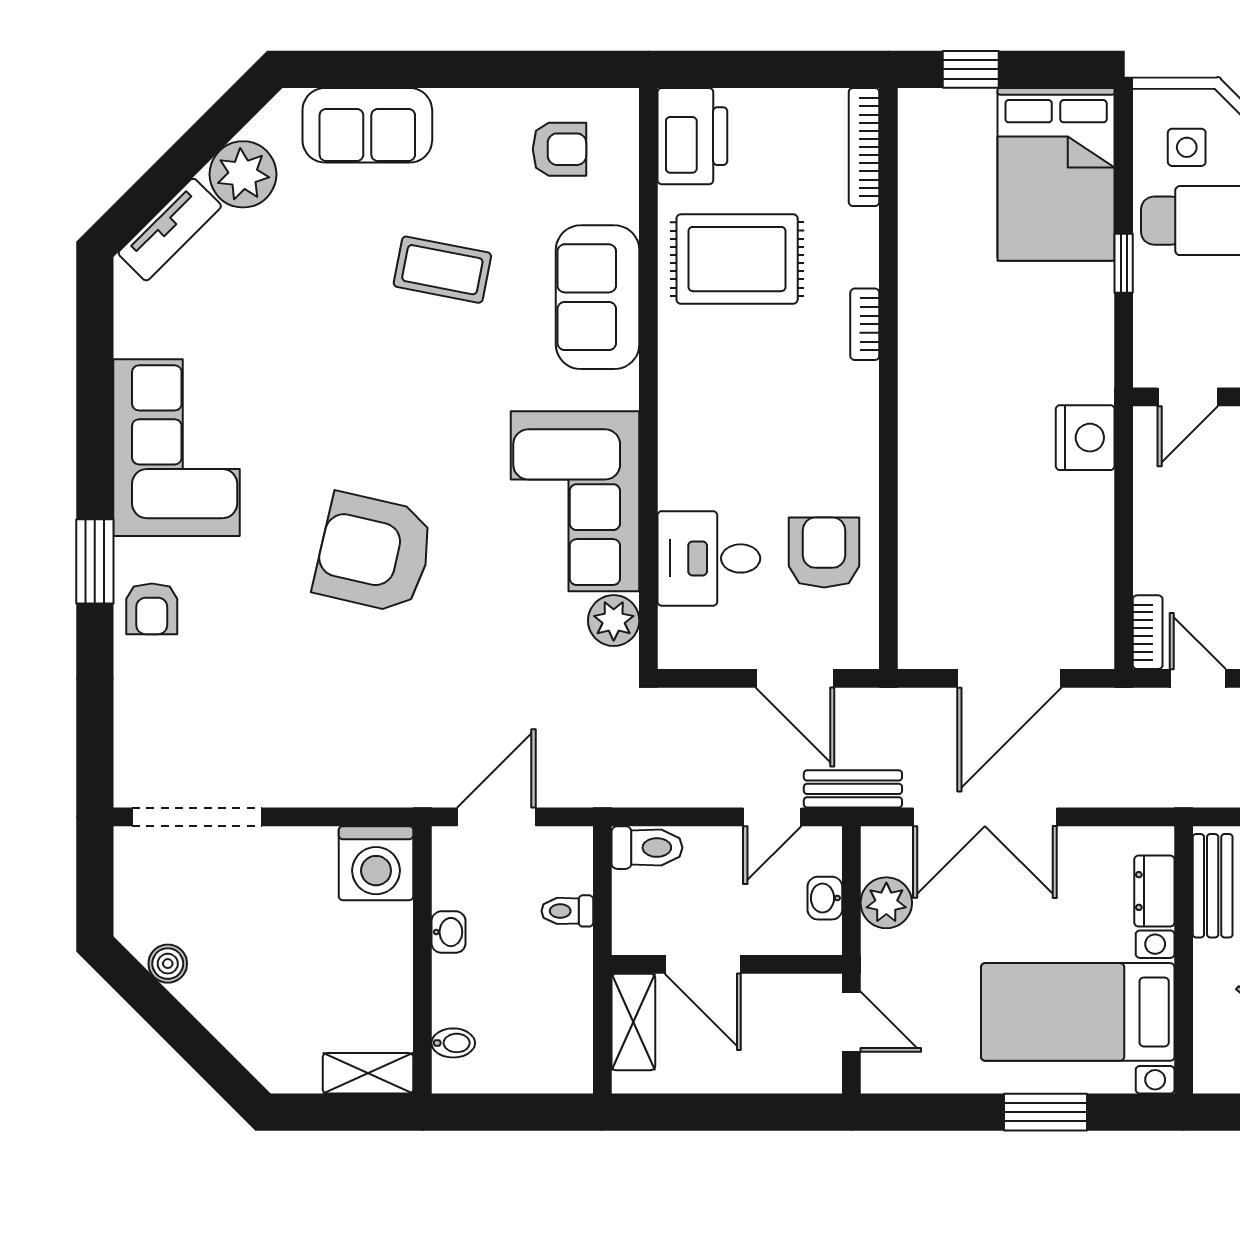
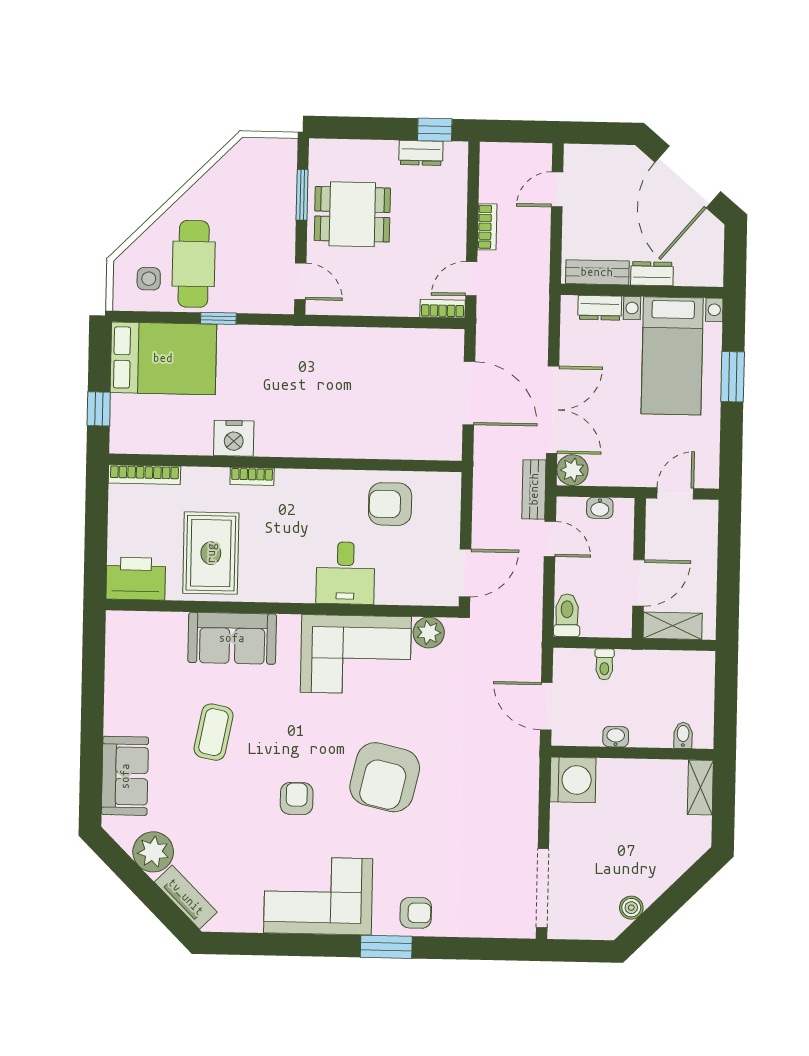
armchair: (560, 149) -> (297, 799), moved
nightstand: (1085, 438) -> (234, 438), moved, turned 180
desk: (709, 558) -> (345, 573), moved
door: (795, 678) -> (465, 573), moved
plant: (886, 903) -> (572, 470), moved
dresser: (1212, 976) -> (652, 274), added

